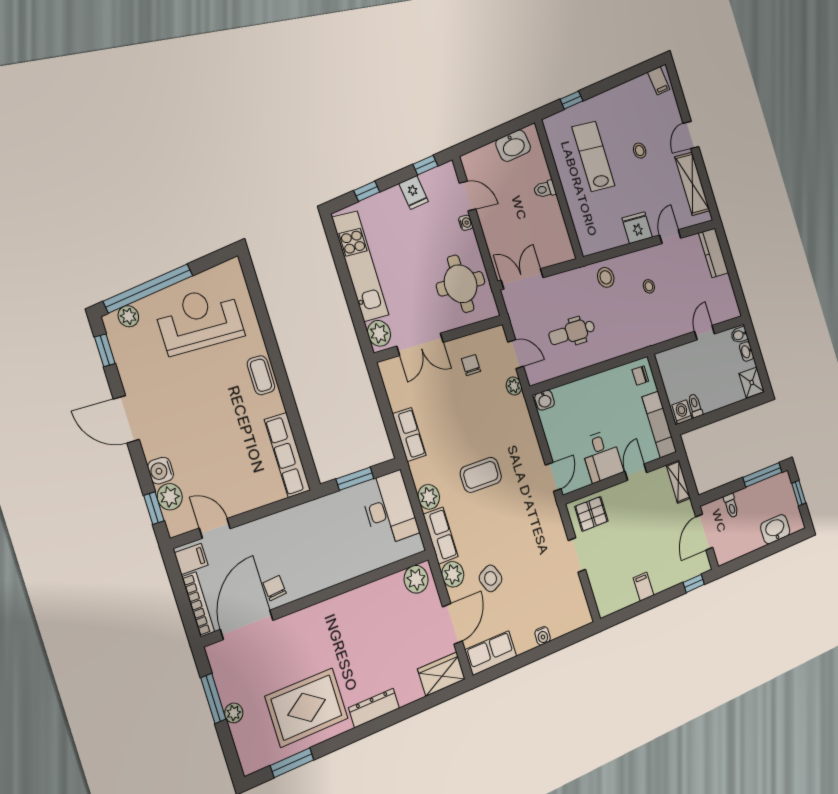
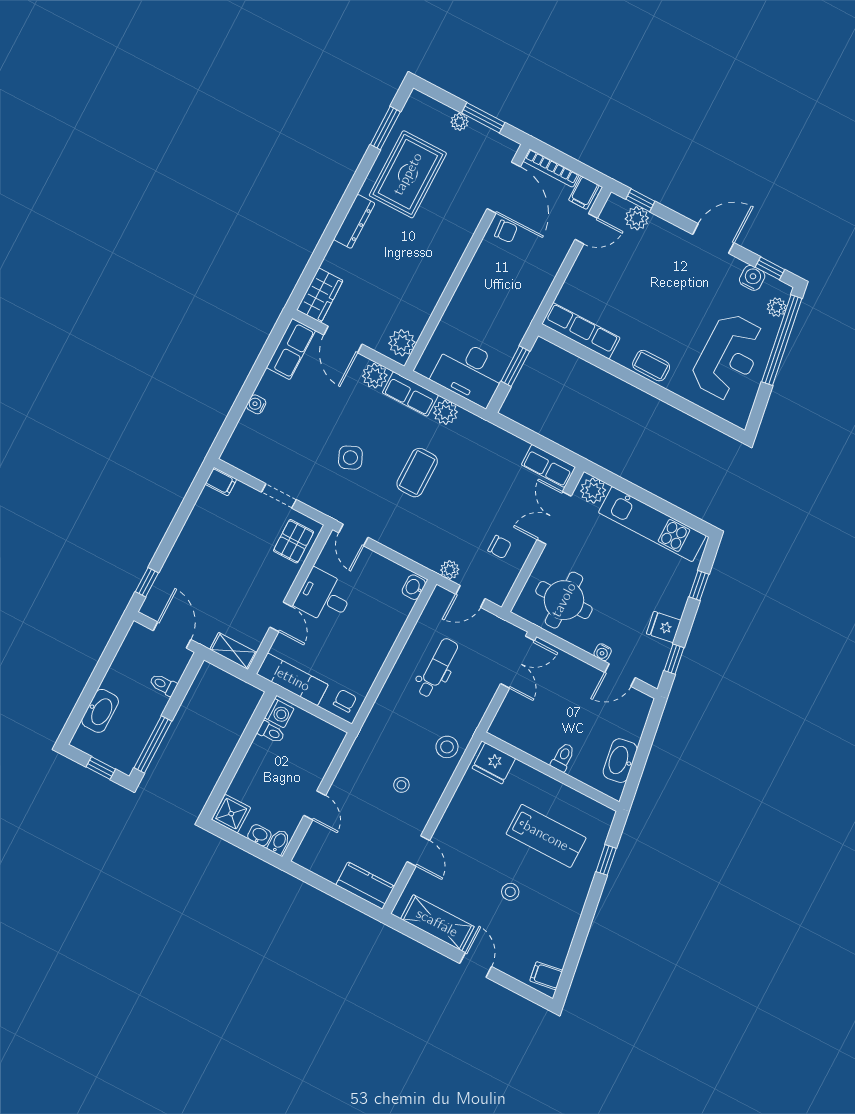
fridge: (637, 228) -> (494, 763), moved, turned 90
row of seats: (409, 435) -> (548, 466), moved
water cooler: (161, 471) -> (752, 278), moved
side table: (491, 578) -> (350, 458), moved
filing cabinet: (644, 587) -> (221, 482), moved

